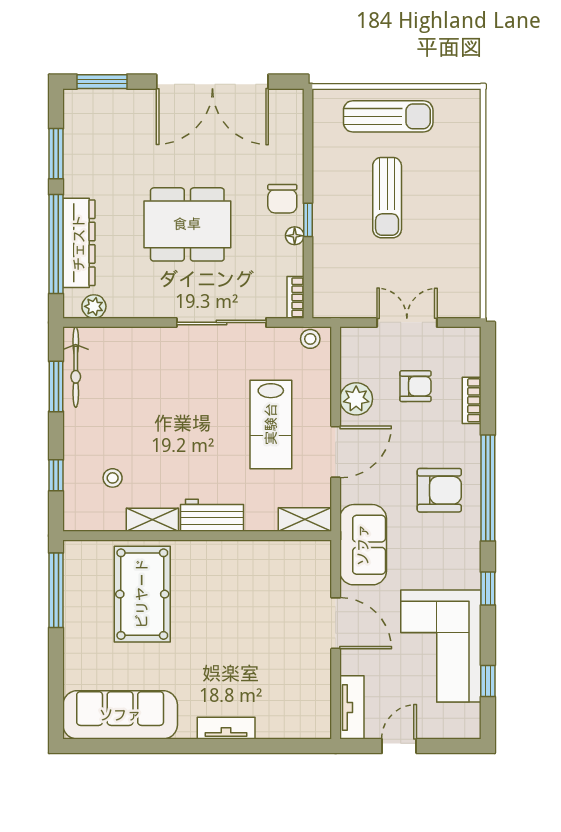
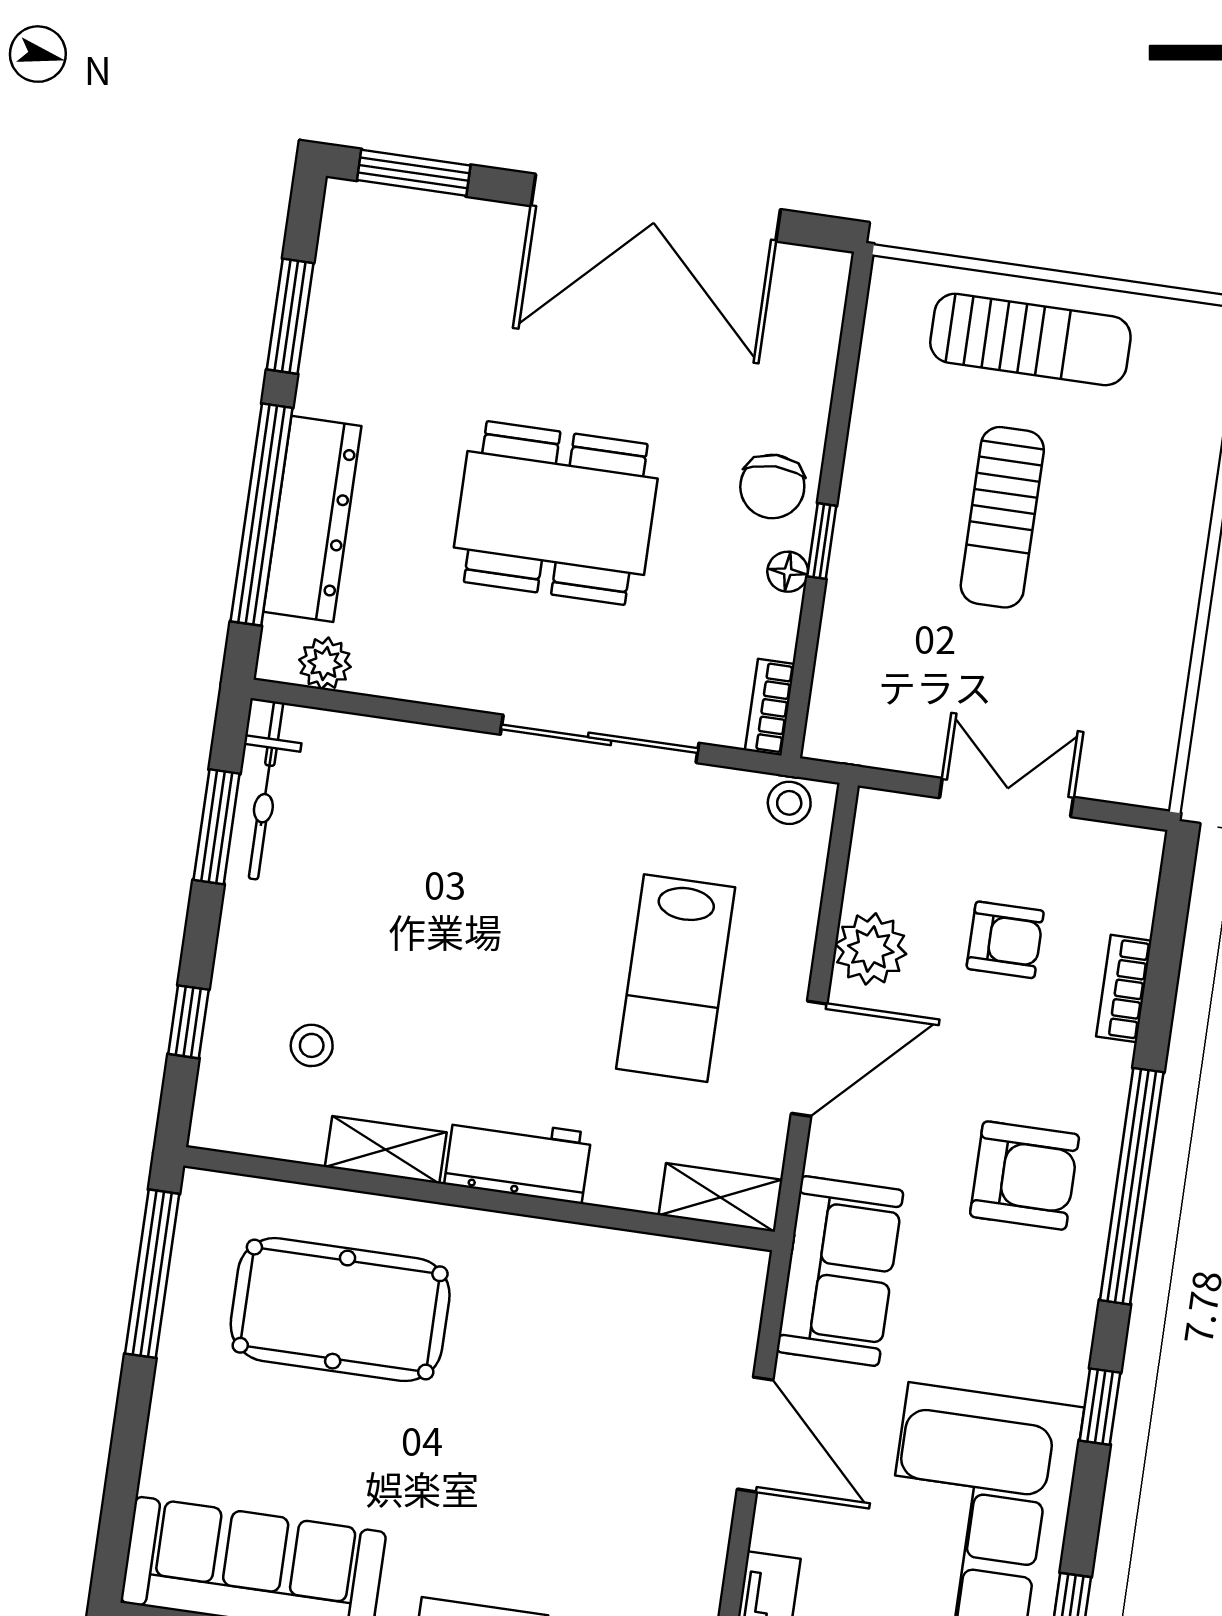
pool table: (142, 594) -> (340, 1310), turned 90

